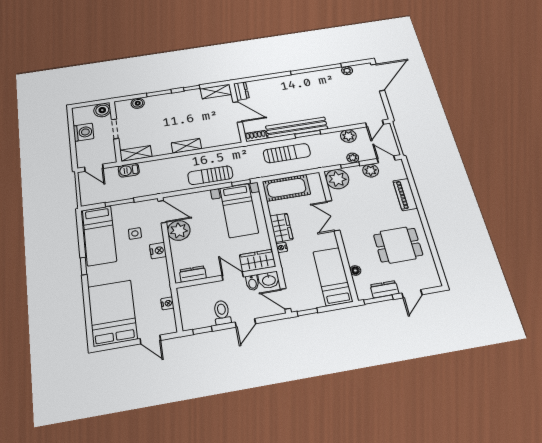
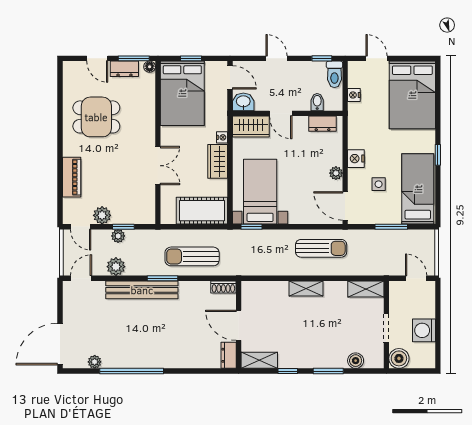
bench: (297, 128) -> (142, 290), moved
barbecue: (129, 170) -> (376, 267), removed
sun lounger: (210, 175) -> (321, 248), moved
plant: (337, 179) -> (142, 211), removed
plant: (179, 230) -> (336, 173), width x0.53, depth x0.53
floor lamp: (355, 271) -> (150, 67), moved
bed: (333, 276) -> (182, 93), width x1.50
bidet: (252, 283) -> (317, 102), moved
door: (412, 294) -> (97, 58), swing flipped
toilet: (222, 312) -> (334, 74), moved
window: (307, 312) -> (191, 58), moved
door: (245, 323) -> (277, 58), hinge flipped

